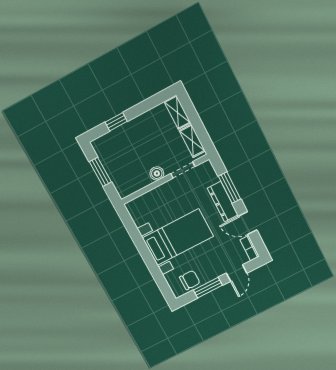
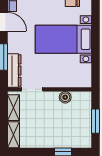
boiler: (157, 173) -> (65, 97), moved
dresser: (223, 202) -> (14, 71), moved

